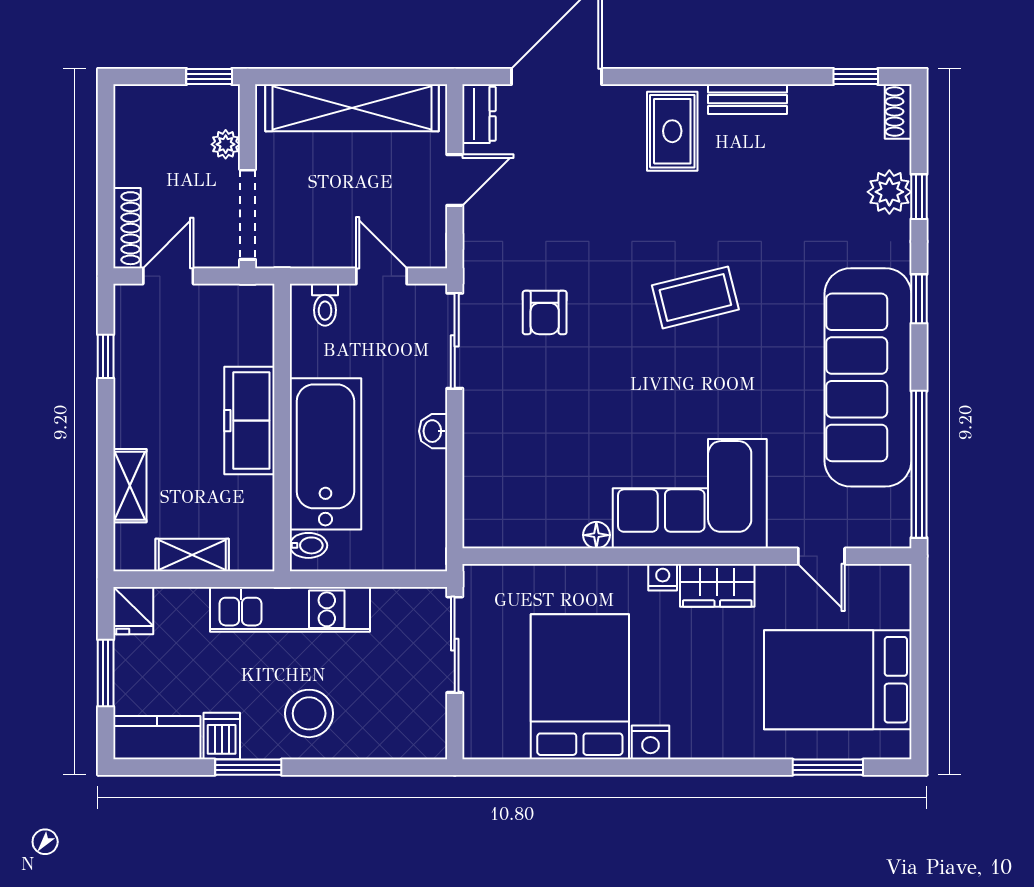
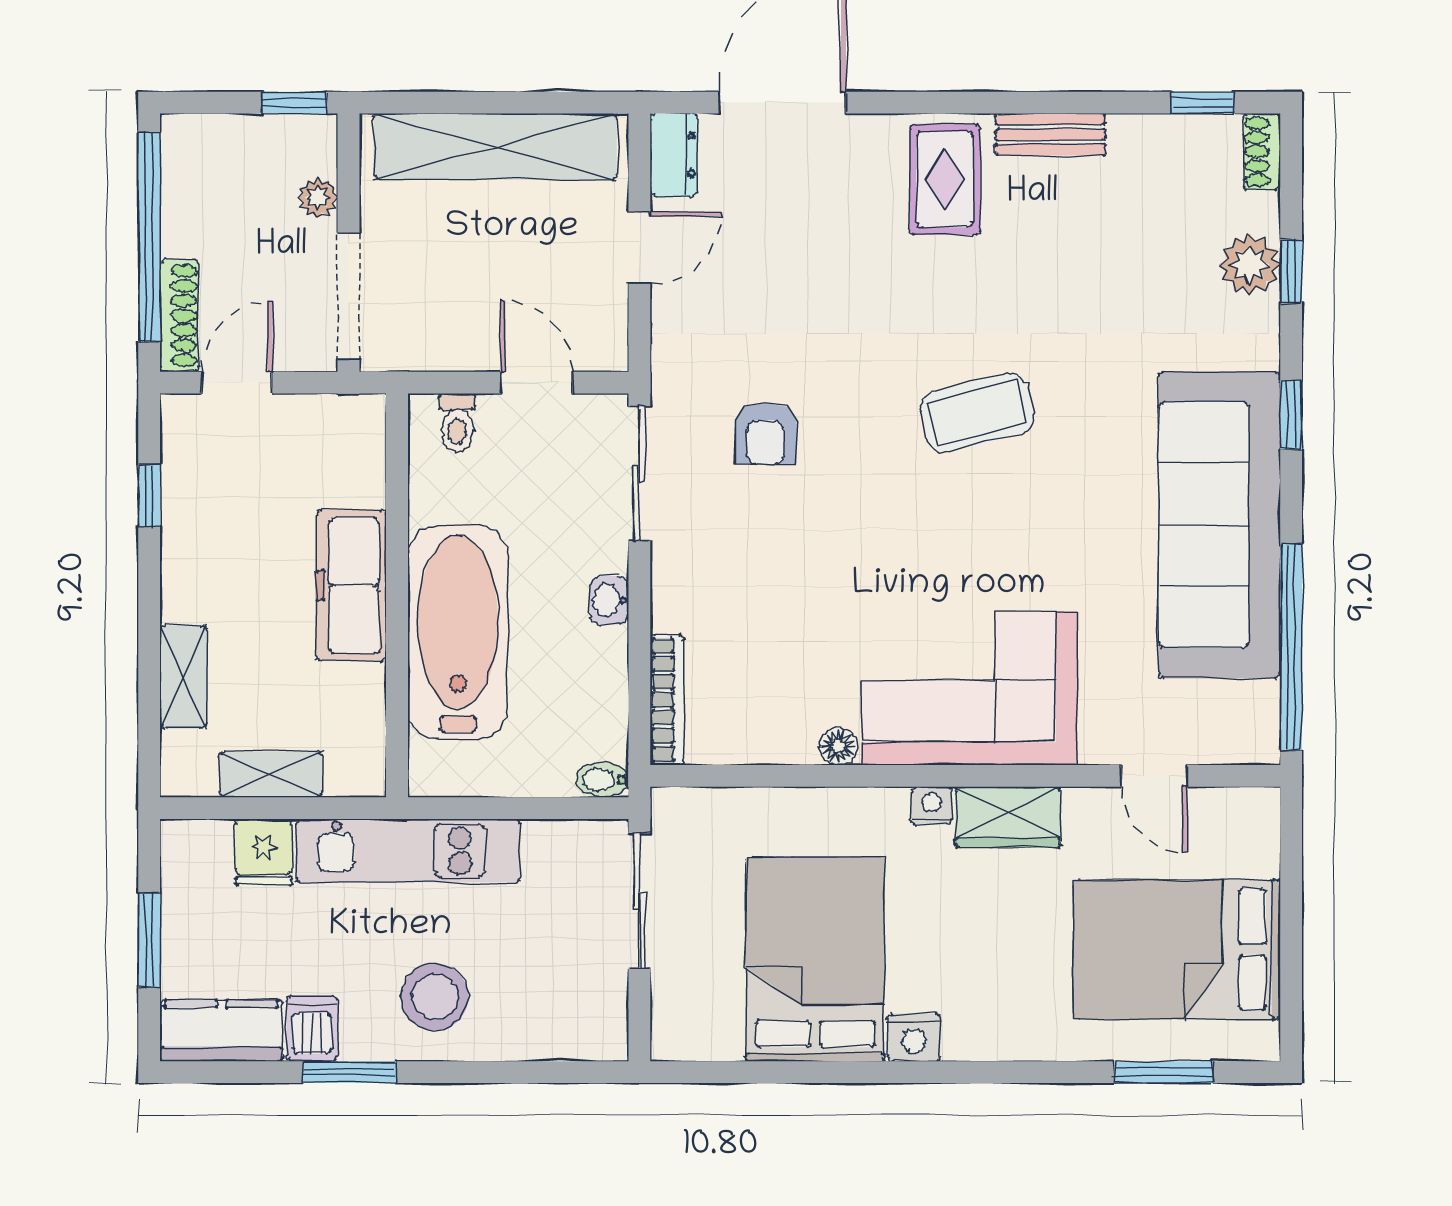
window: (106, 172) -> (149, 237), added
bookcase: (474, 502) -> (667, 700), added
bidet: (308, 545) -> (602, 780), moved, turned 180
fridge: (133, 611) -> (264, 852), moved

